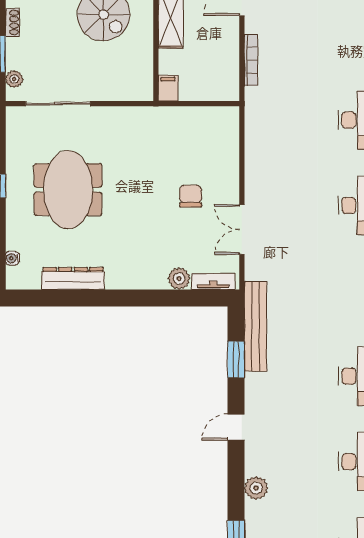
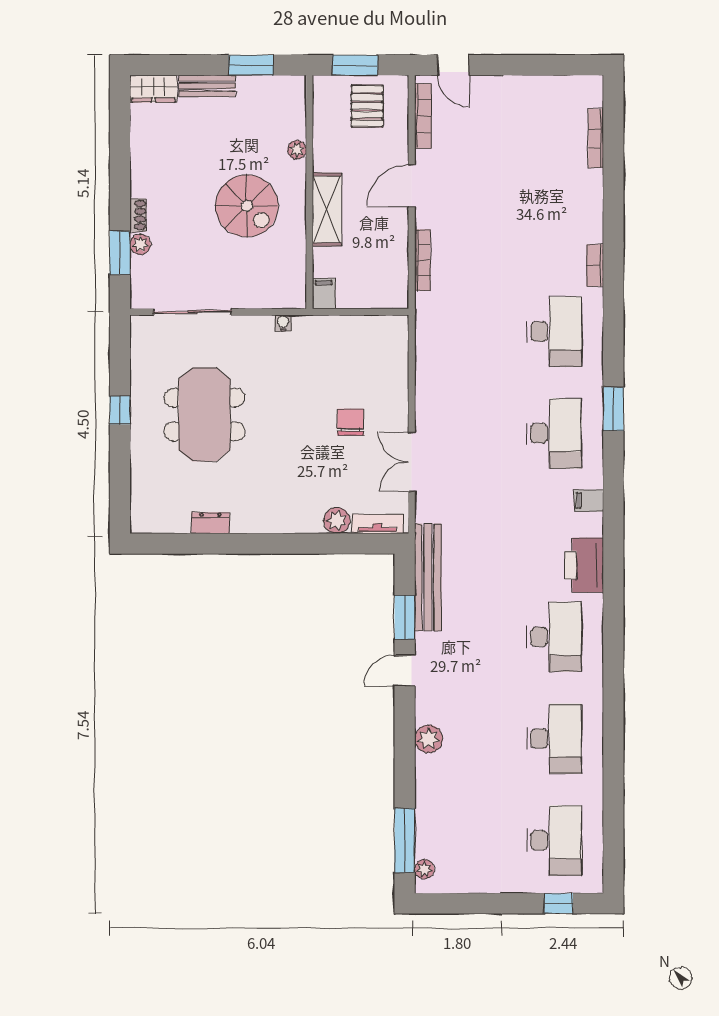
plant: (14, 79) -> (140, 244), moved
water cooler: (12, 258) -> (283, 323), moved, turned 90
dresser: (73, 278) -> (210, 523), width x0.51, depth x0.80
door: (236, 427) -> (405, 671), moved
plant: (256, 488) -> (429, 739), moved

